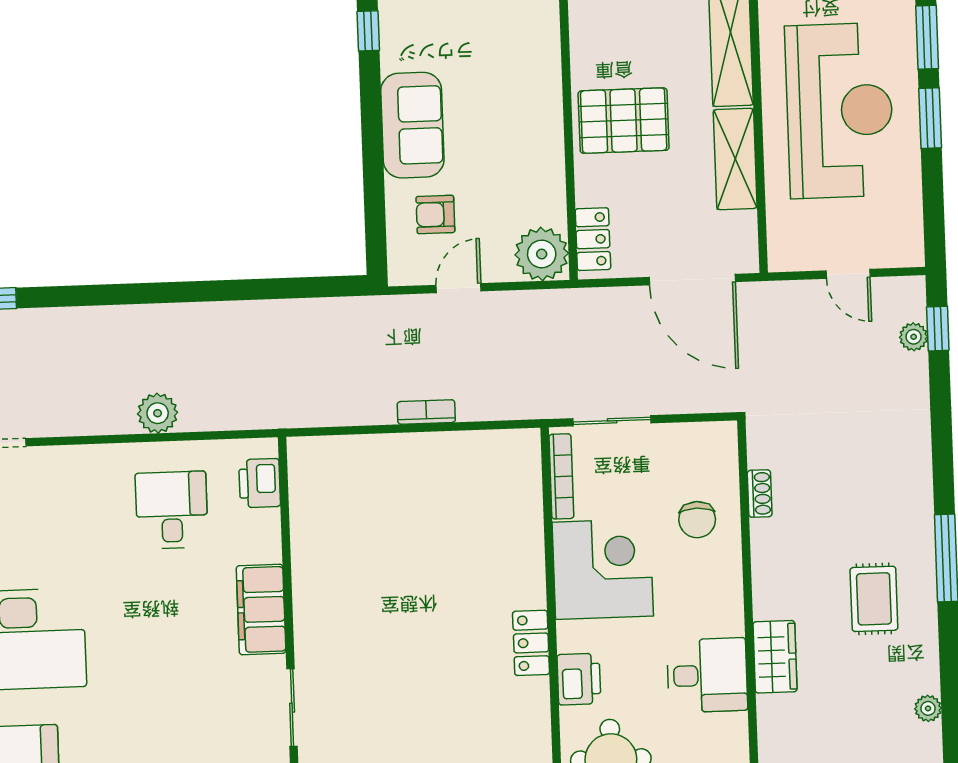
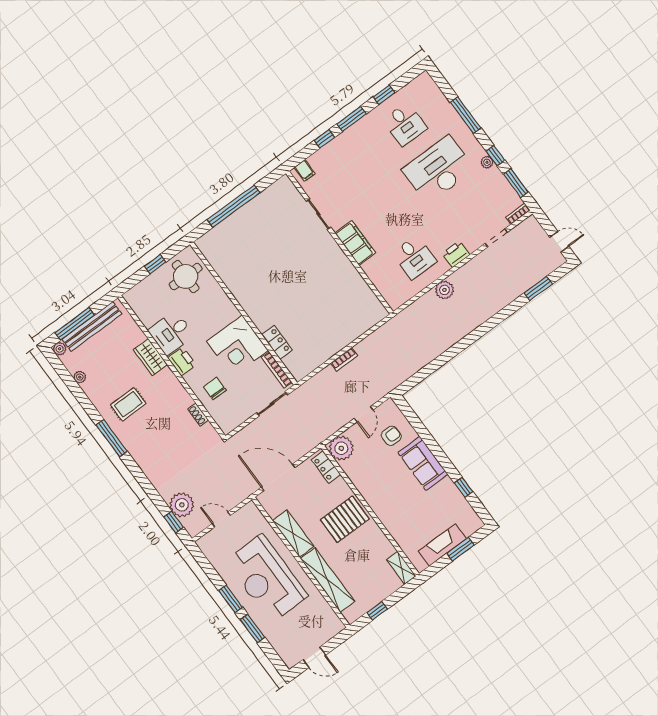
plant: (914, 337) -> (182, 505), width x1.88, depth x1.88
printer: (260, 483) -> (456, 254), moved, turned -90
rug: (874, 599) -> (128, 404), turned 90
locker: (531, 643) -> (277, 342), moved
printer: (579, 679) -> (182, 361), moved, turned 180

